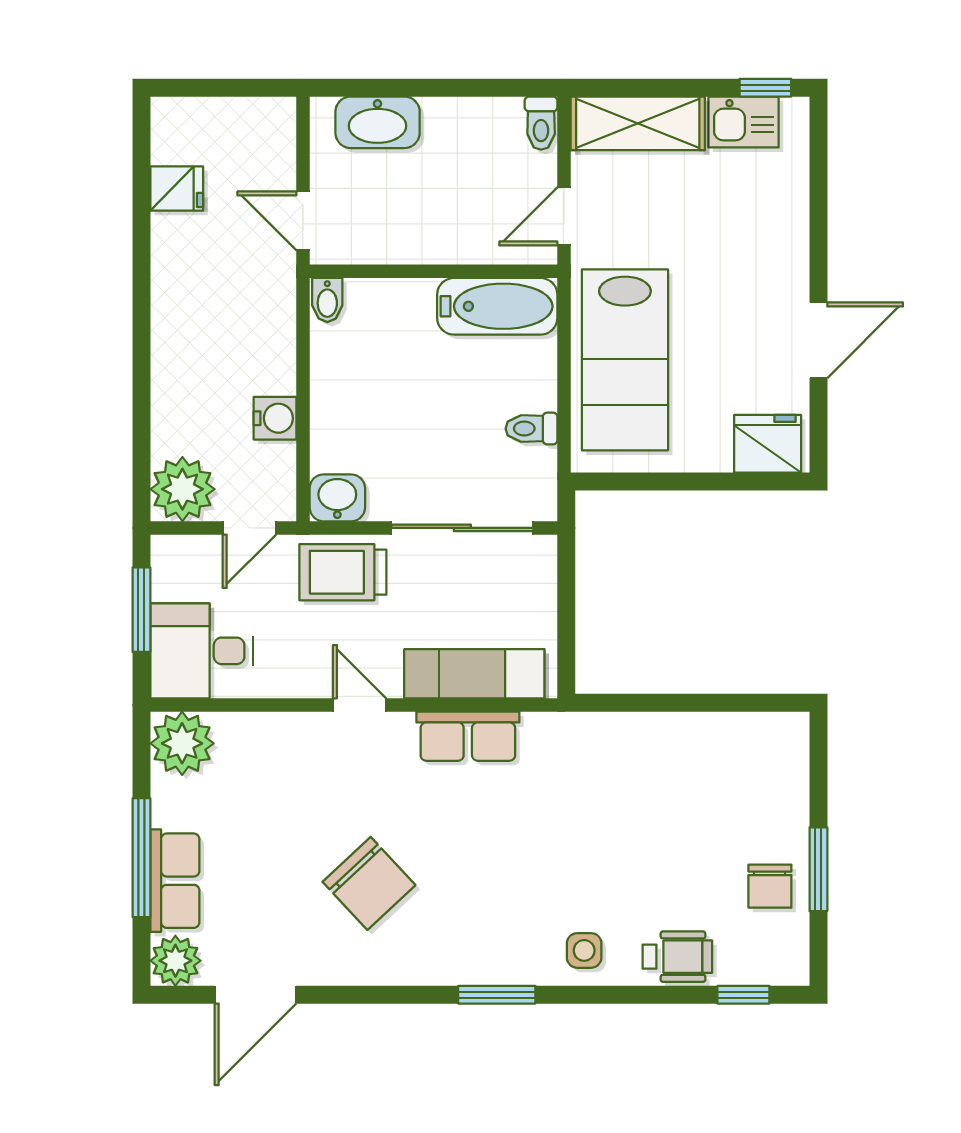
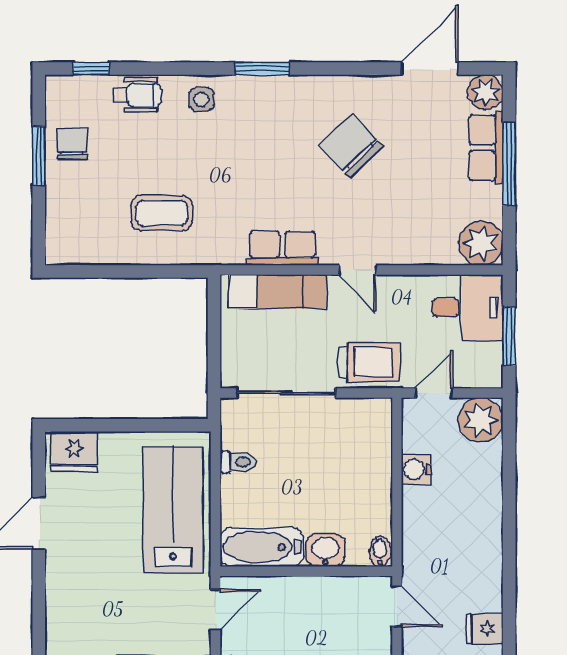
washbasin: (337, 498) -> (325, 550), moved, turned 180
coffee table: (641, 787) -> (162, 213), added
wheelchair: (677, 957) -> (137, 95), turned 180

